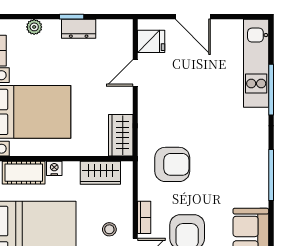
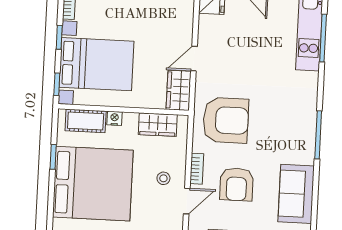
door: (135, 73) -> (194, 59), moved
window: (271, 90) -> (323, 38), moved
armchair: (172, 164) -> (226, 120), width x1.36, depth x1.36

